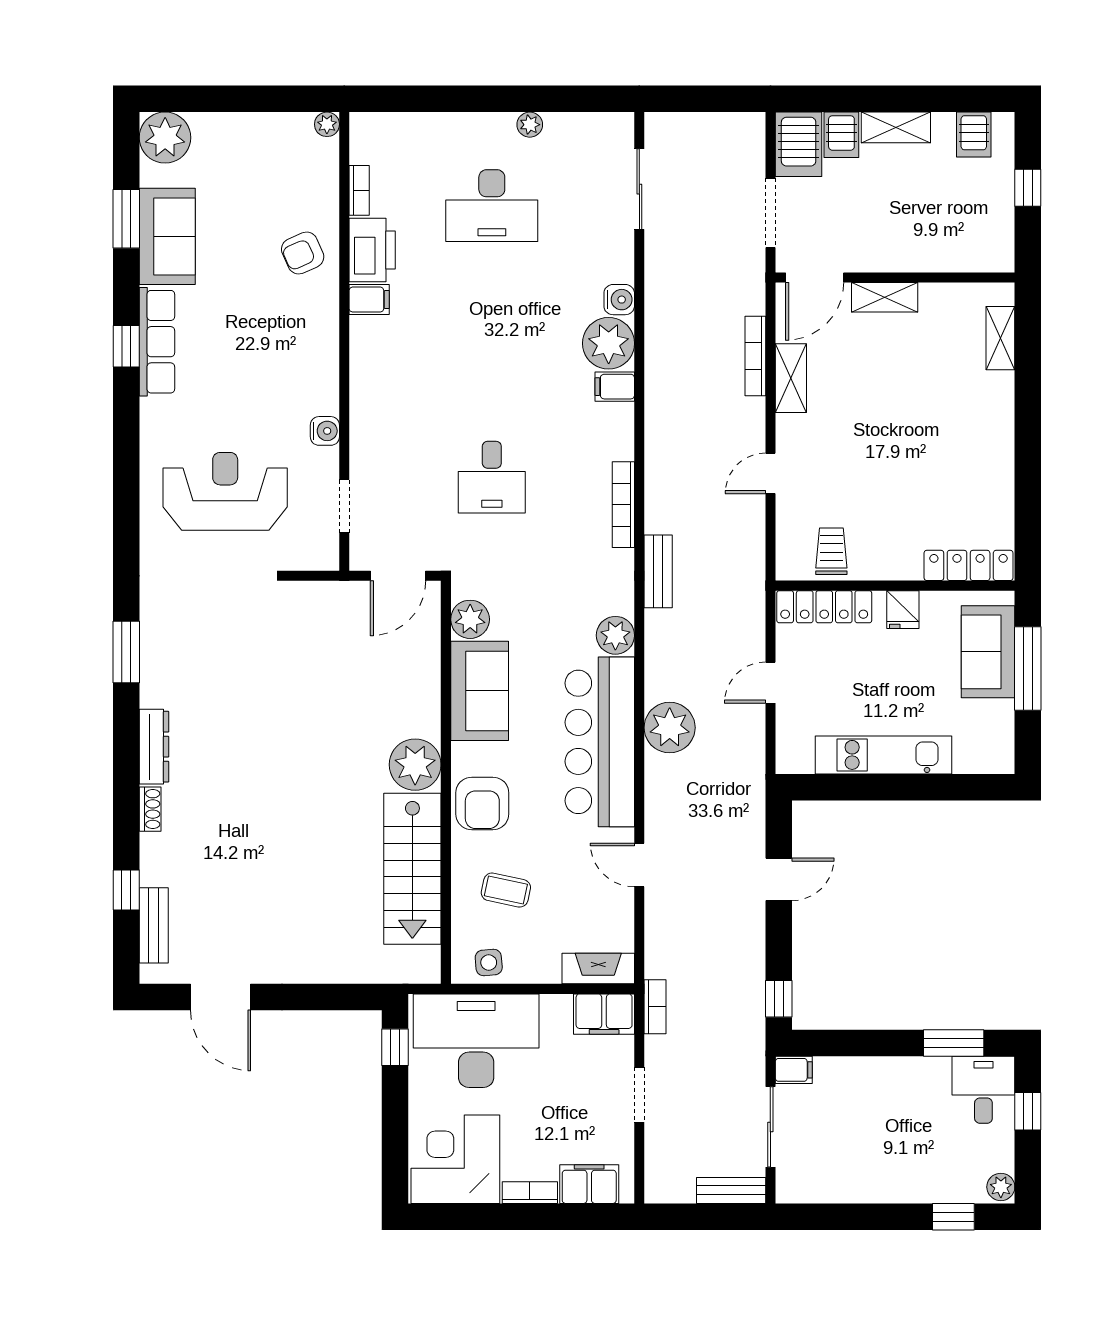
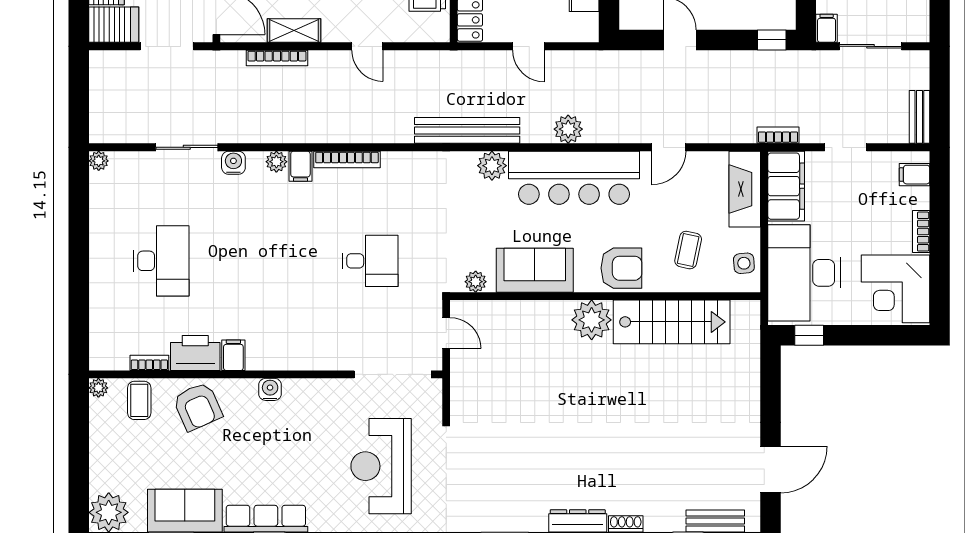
plant: (530, 125) -> (99, 161), moved
coffee table: (311, 177) -> (139, 400), added
sliding door: (639, 189) -> (187, 147), moved
armchair: (303, 253) -> (198, 407), width x1.38, depth x1.38
plant: (609, 343) -> (276, 162), width x0.53, depth x0.53
water cooler: (325, 431) -> (270, 389), moved
bookcase: (623, 505) -> (347, 160), moved
doorway: (344, 506) -> (393, 374), width x1.88
bench: (658, 571) -> (467, 130), width x1.86, depth x1.21
door: (398, 576) -> (446, 333), width x0.73
plant: (470, 619) -> (476, 282), width x0.73, depth x0.73
plant: (670, 728) -> (568, 129), width x0.73, depth x0.73
fireplace: (598, 969) -> (745, 189), width x1.37, depth x1.32
filing cabinet: (604, 1014) -> (786, 186), width x1.50, depth x1.17
filing cabinet: (589, 1184) -> (915, 175), width x0.50
bench: (731, 1190) -> (919, 117), moved

